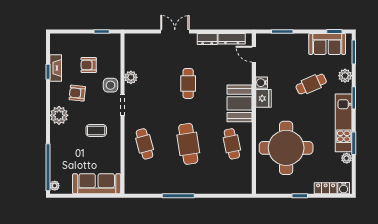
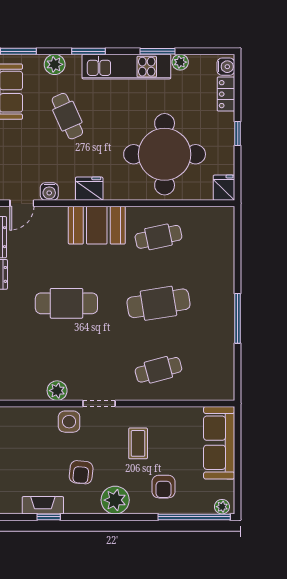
armchair: (89, 65) -> (164, 487), moved
cafe table: (188, 83) -> (66, 303), width x1.37, depth x1.35
water cooler: (262, 83) -> (49, 191), moved
fridge: (264, 187) -> (224, 188), added

